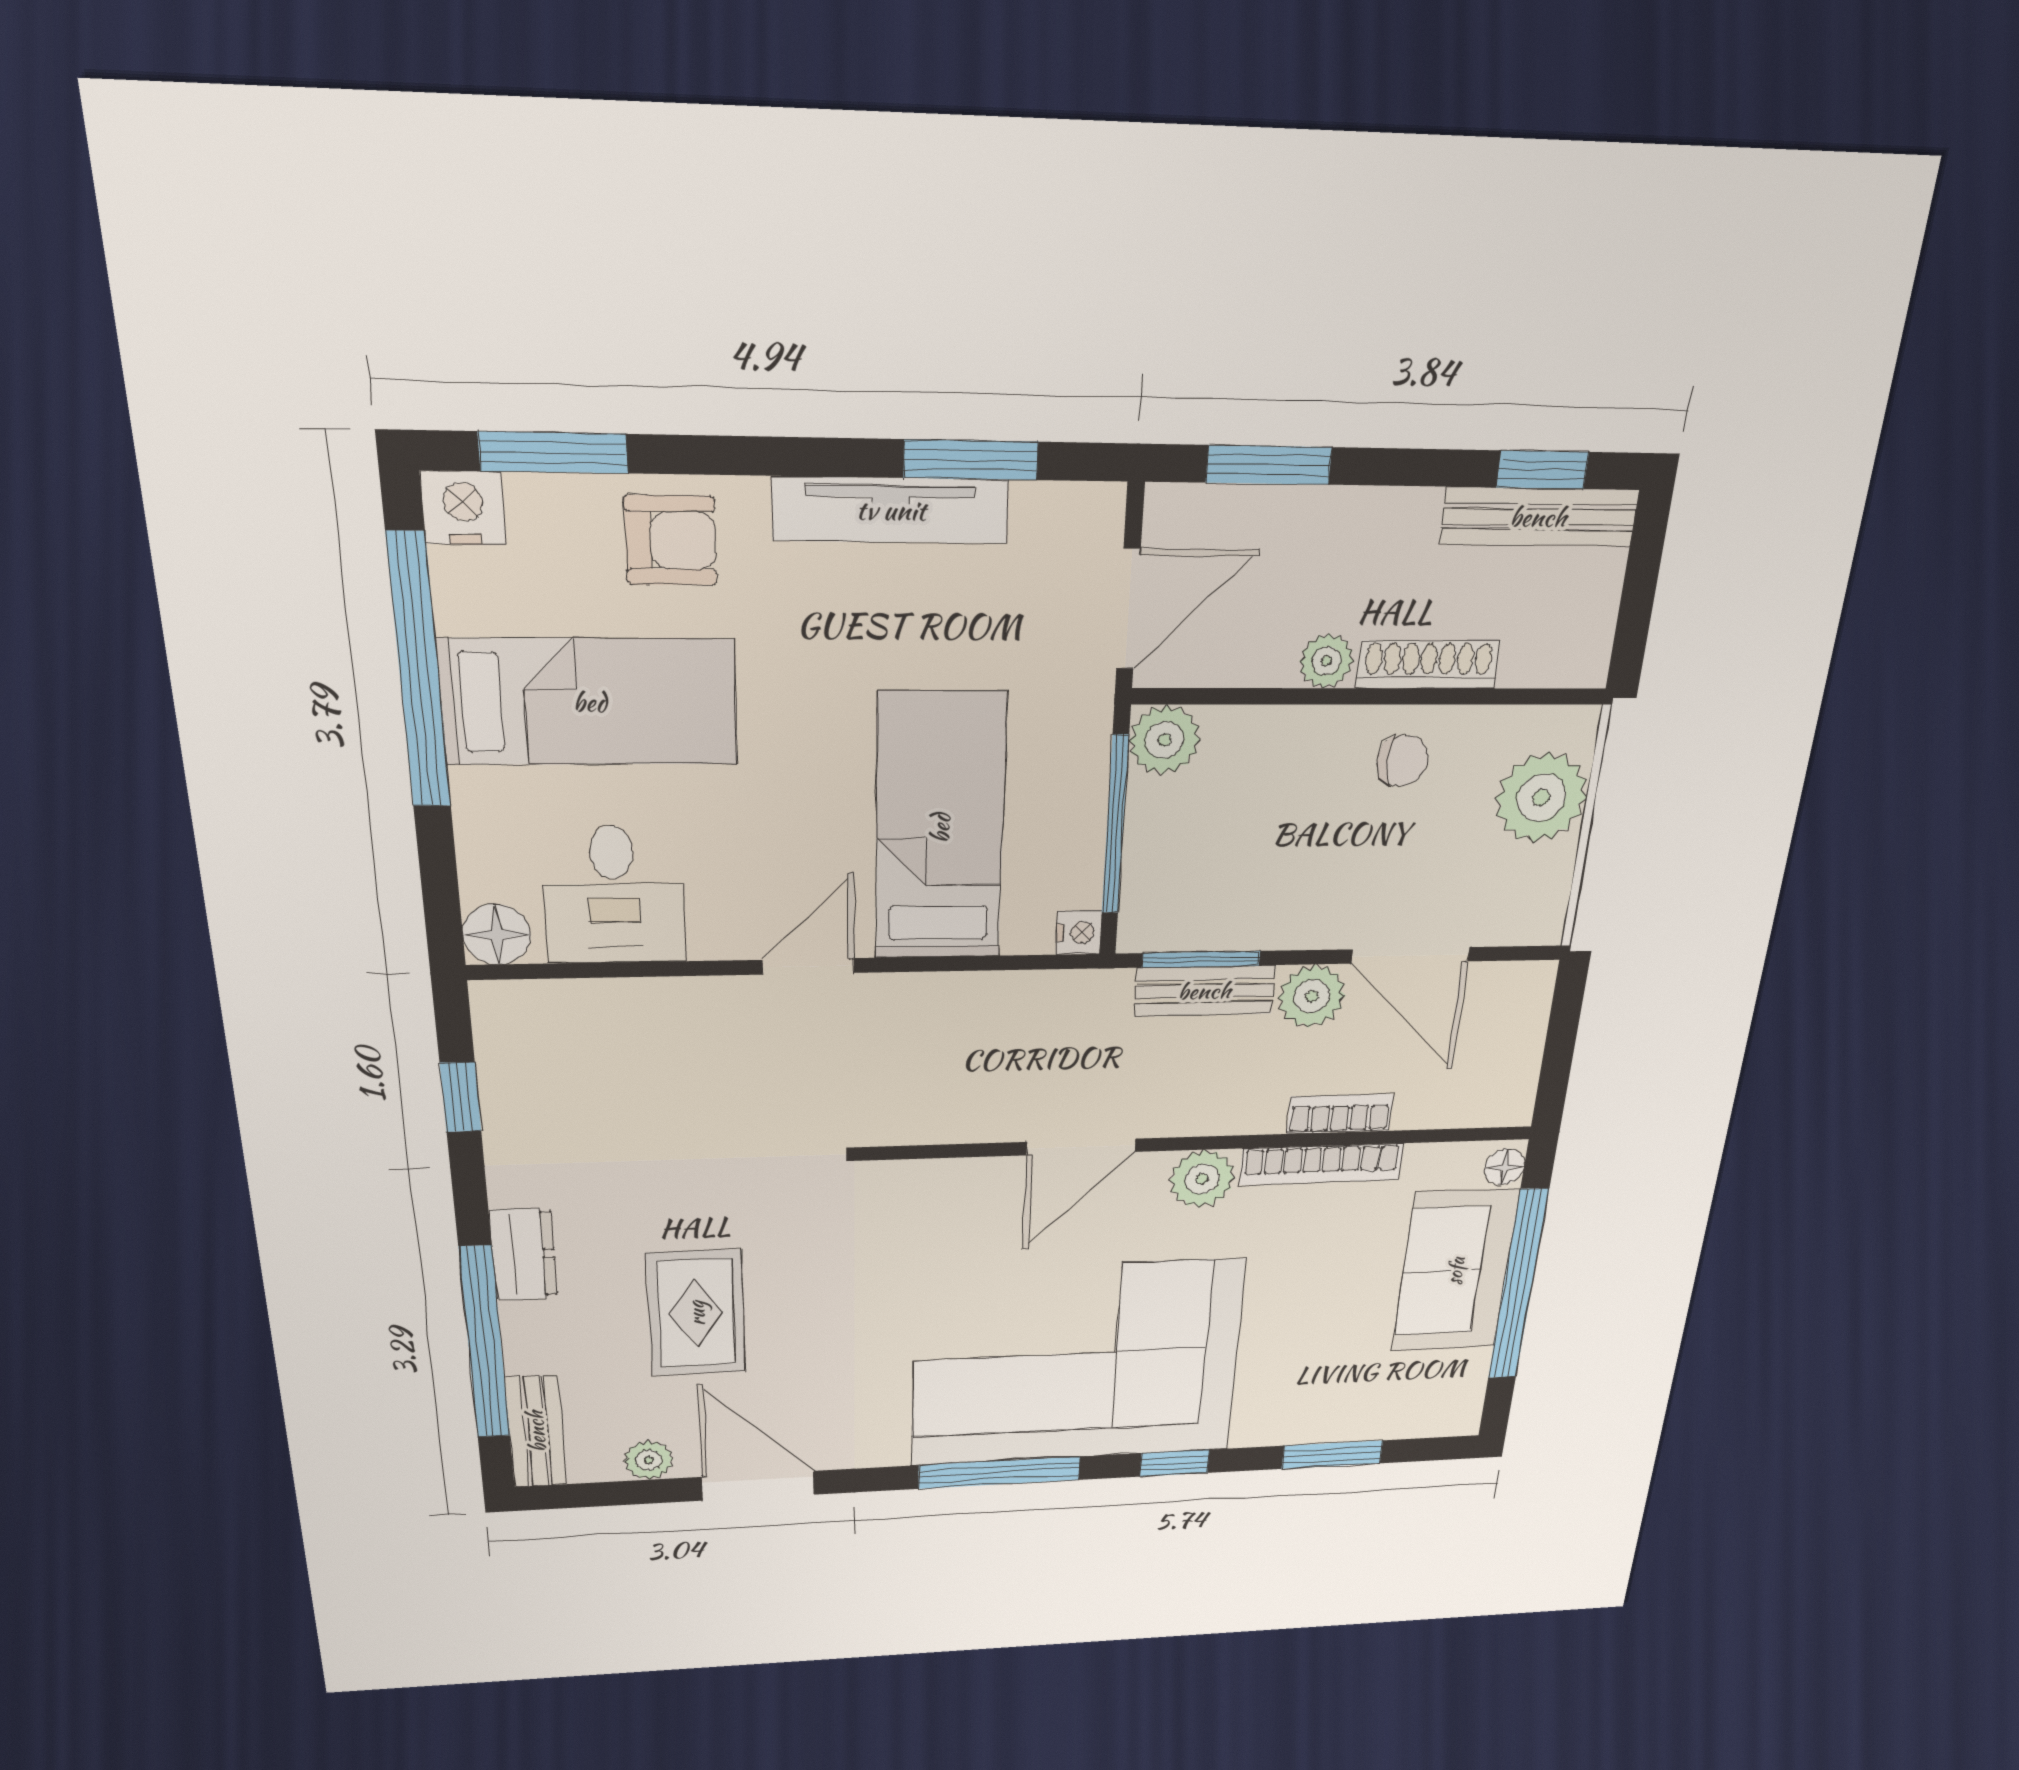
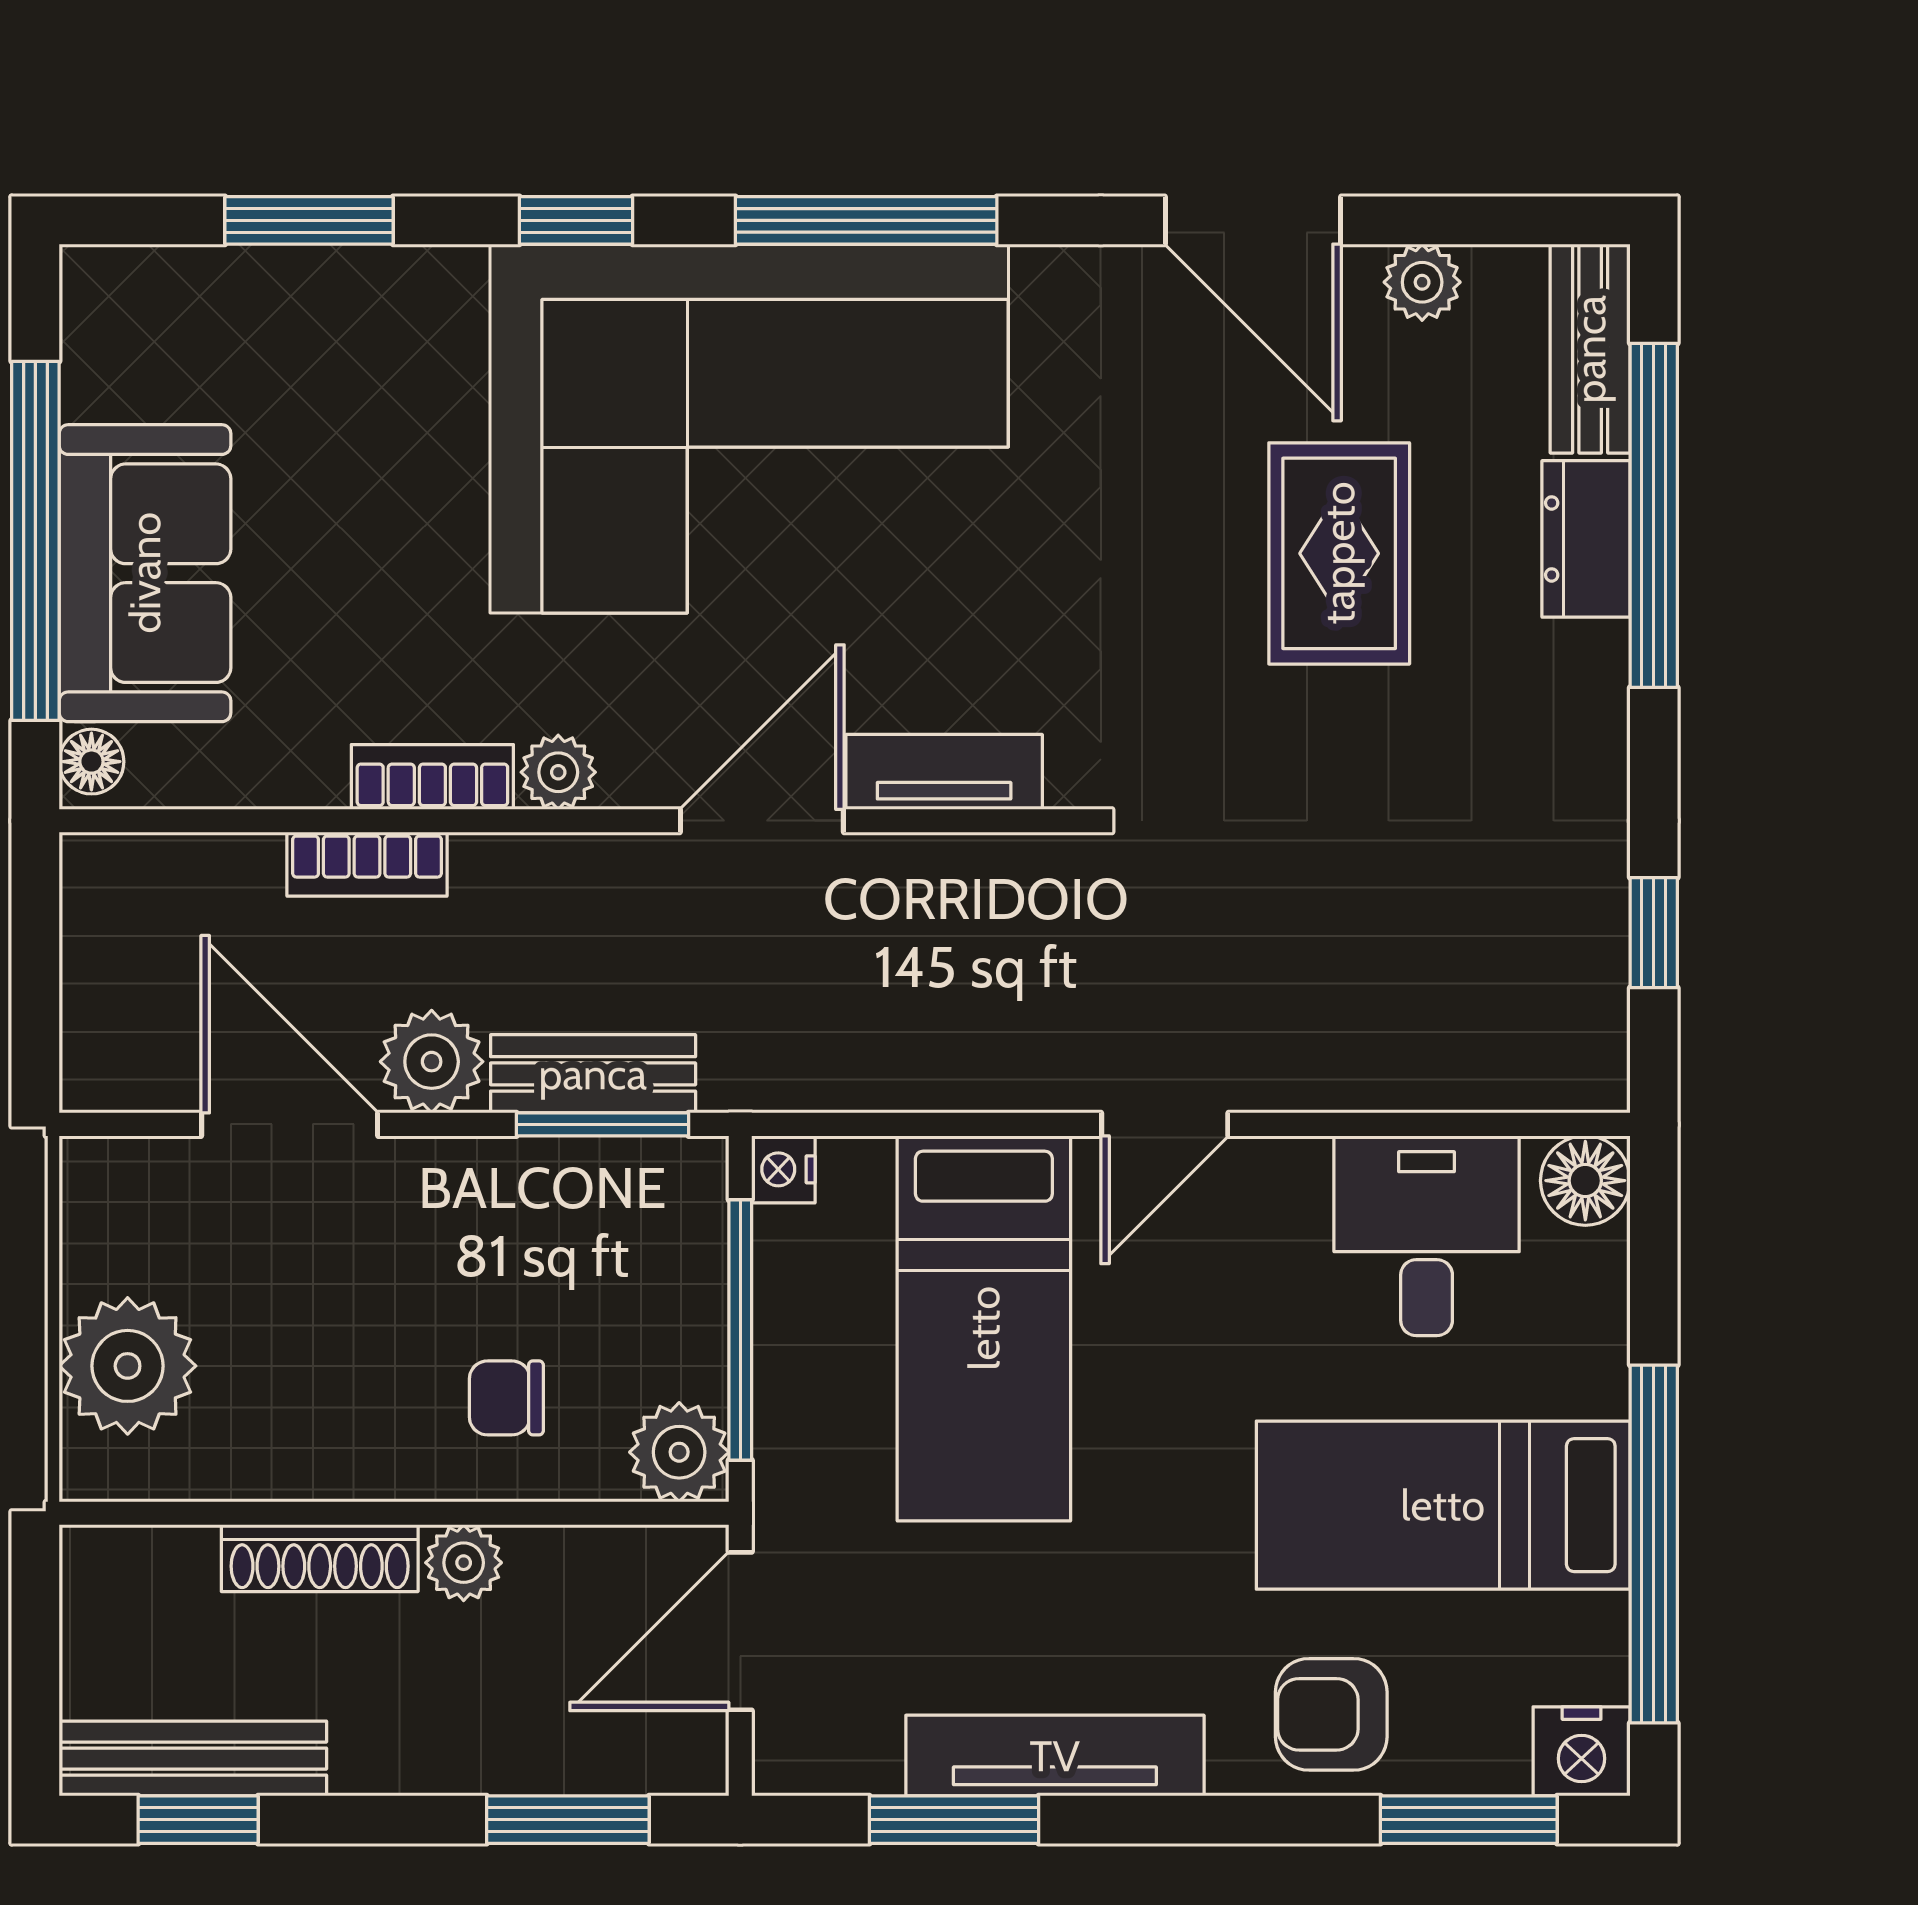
chair: (1402, 761) -> (506, 1398), moved
bookcase: (1321, 1164) -> (432, 777), width x0.64
tv unit: (959, 1179) -> (944, 772), added
plant: (1202, 1179) -> (558, 772), width x0.73, depth x0.73
dresser: (523, 1254) -> (1586, 539), moved

